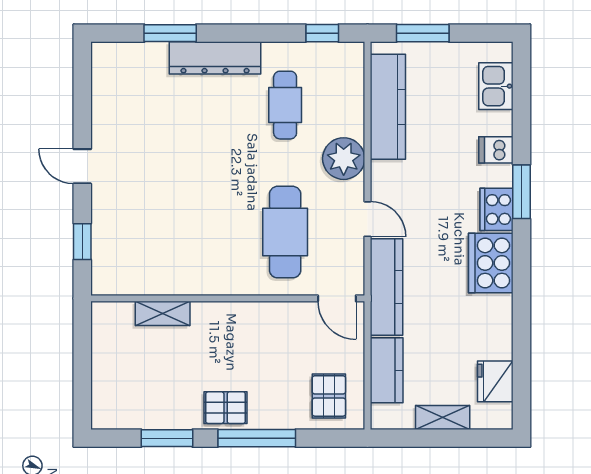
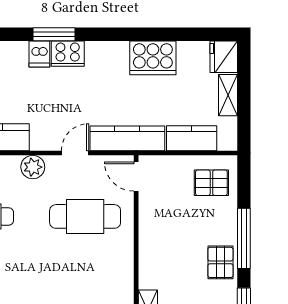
dishwasher: (496, 150) -> (39, 54), moved
plant: (344, 159) -> (33, 167), width x0.73, depth x0.73
cooker: (491, 263) -> (153, 58), moved
door: (337, 298) -> (136, 177), swing flipped
fridge: (495, 381) -> (224, 57), moved, turned 90

